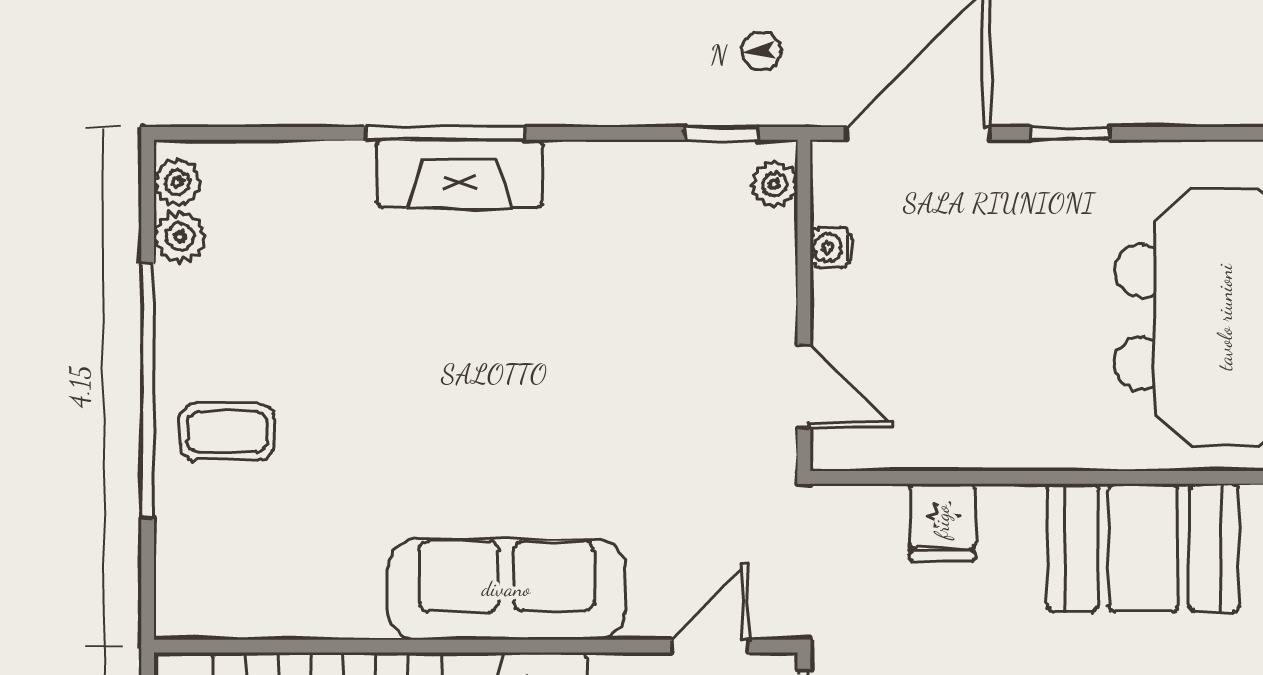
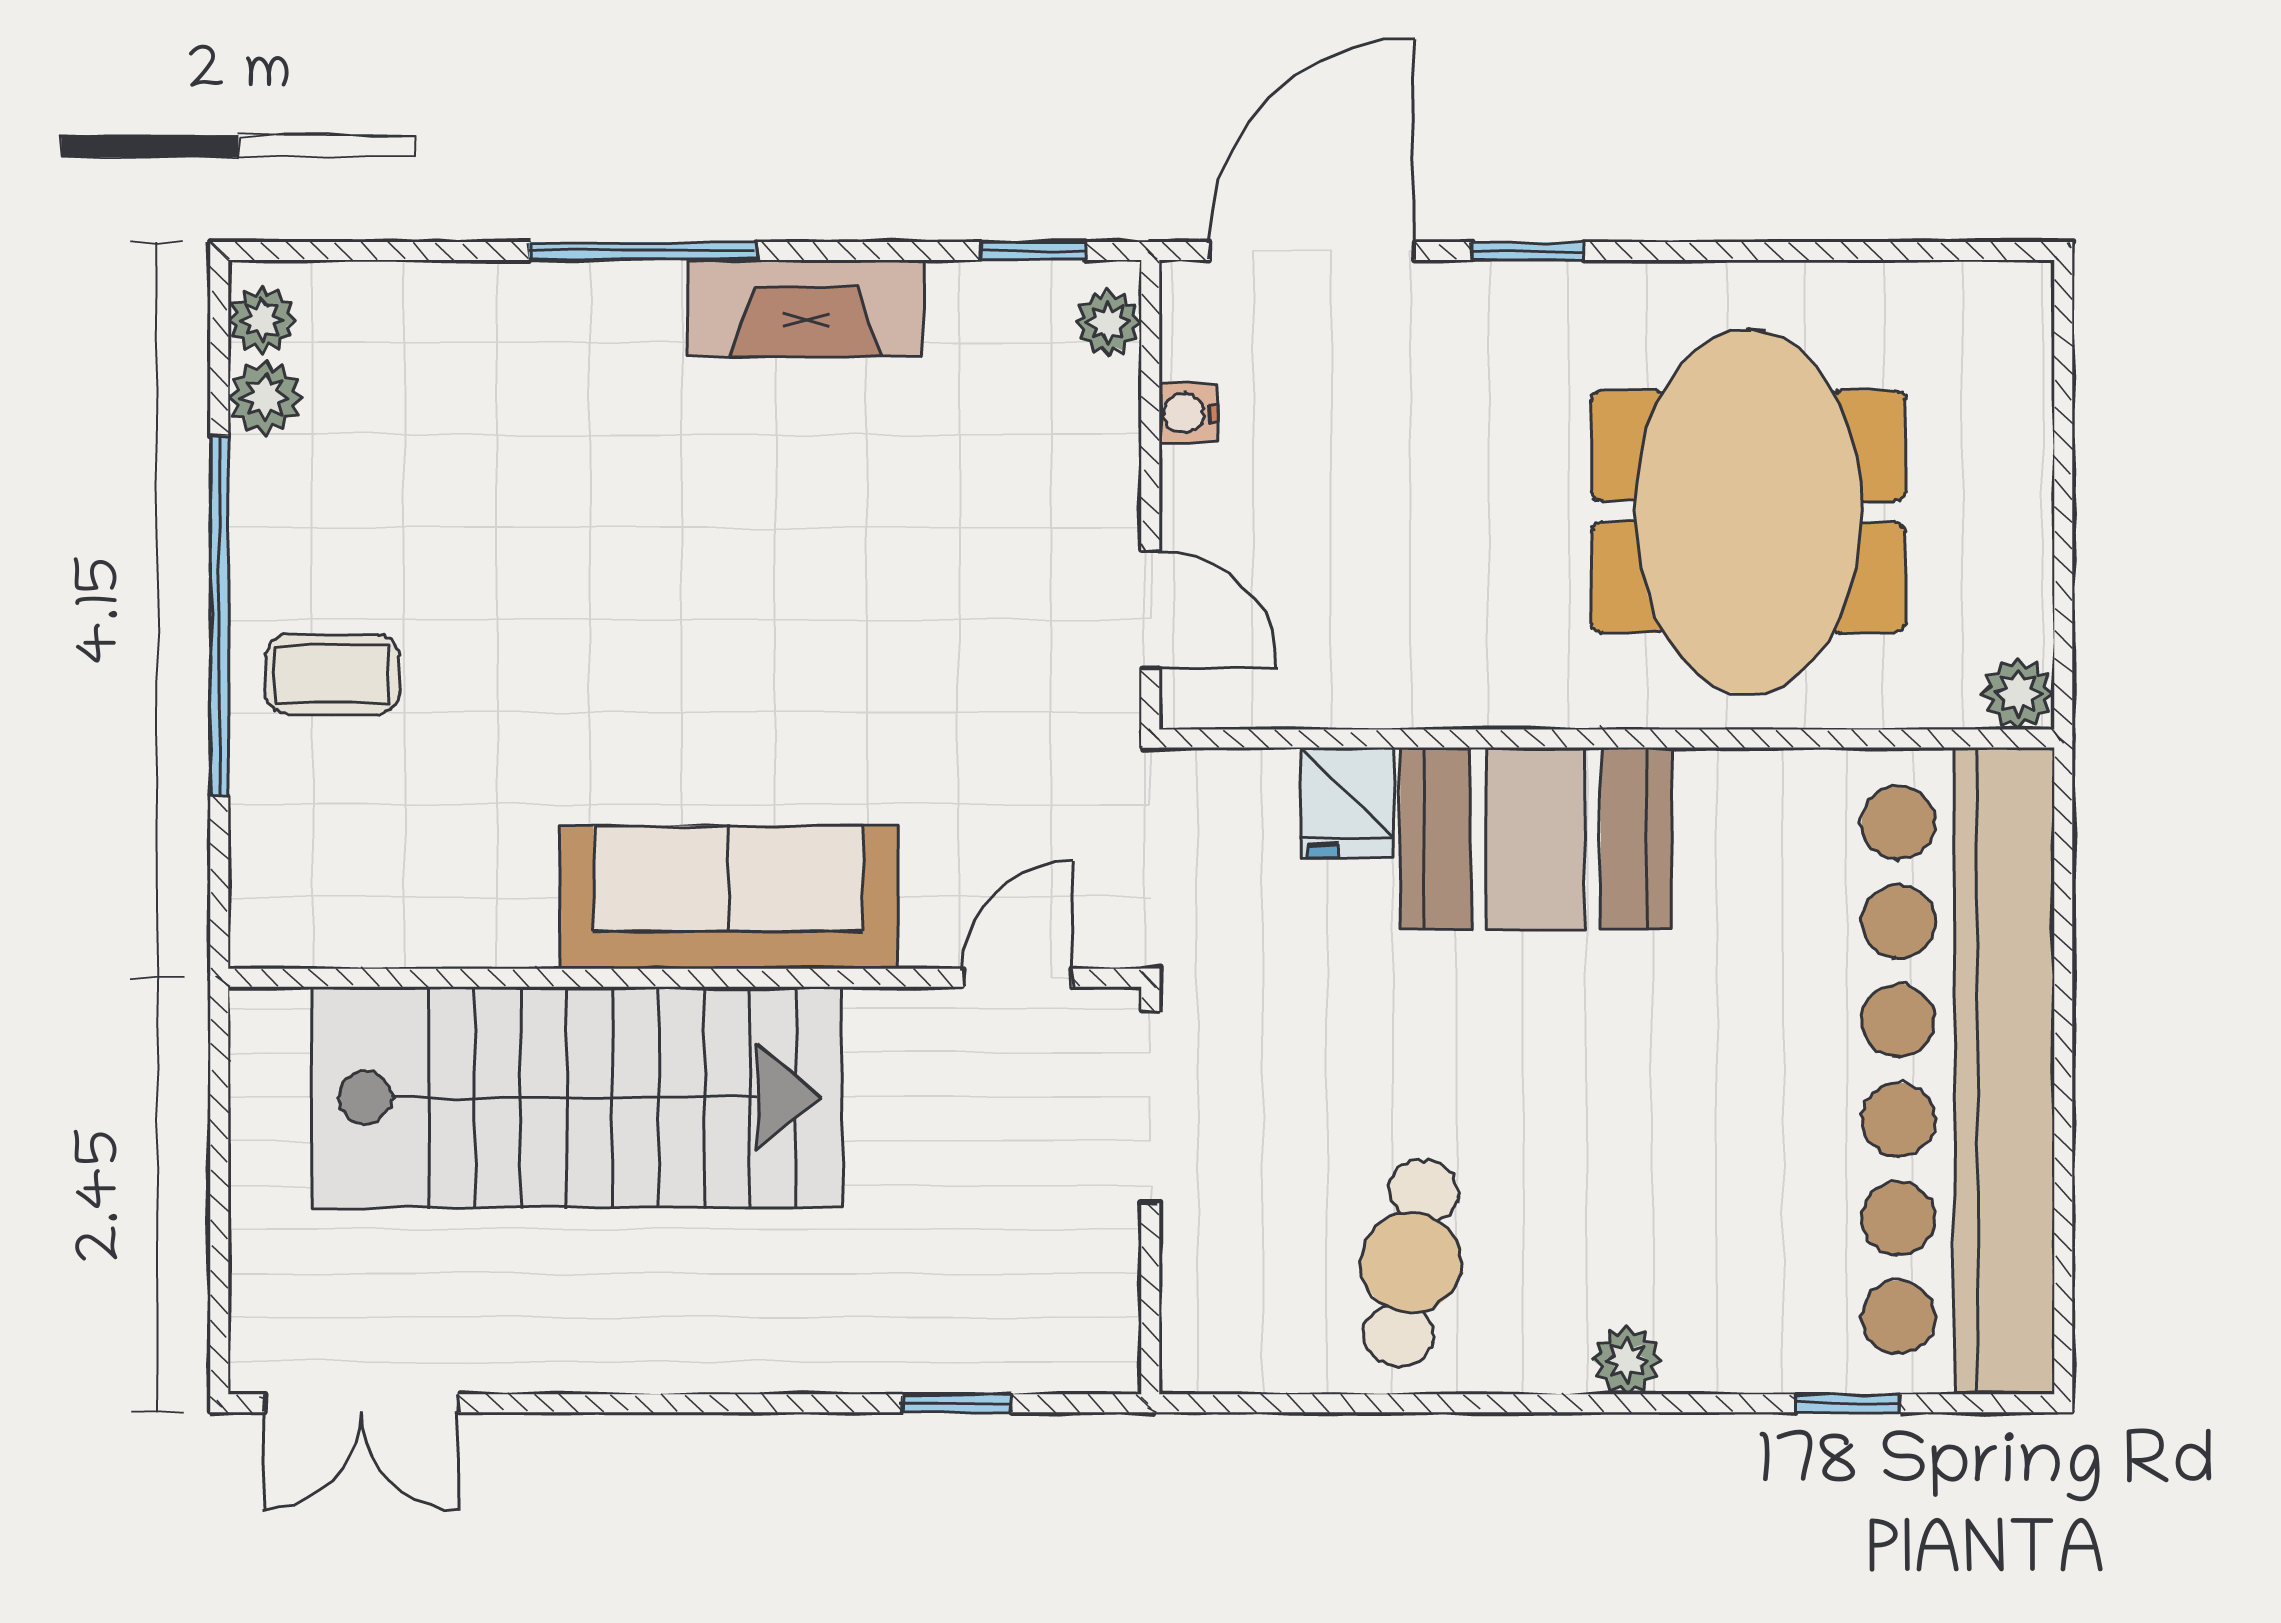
fireplace: (459, 174) -> (806, 308), moved
booth: (1143, 548) -> (1536, 838), moved

